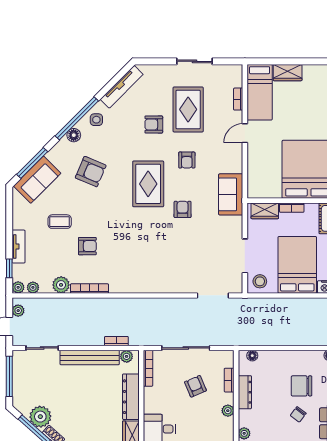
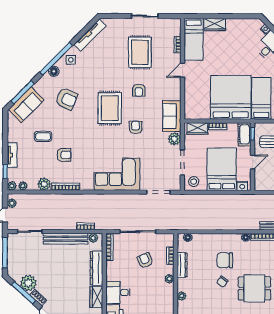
armchair: (154, 124) -> (114, 63), removed
plant: (234, 225) -> (174, 139), added
corner sofa: (158, 272) -> (117, 174), added

